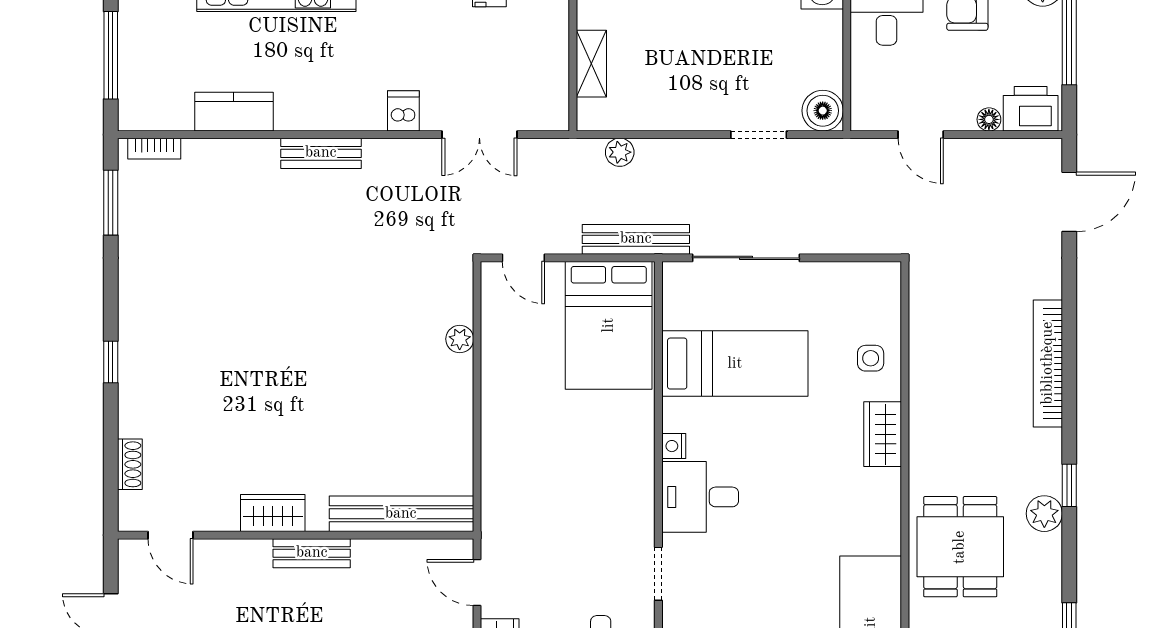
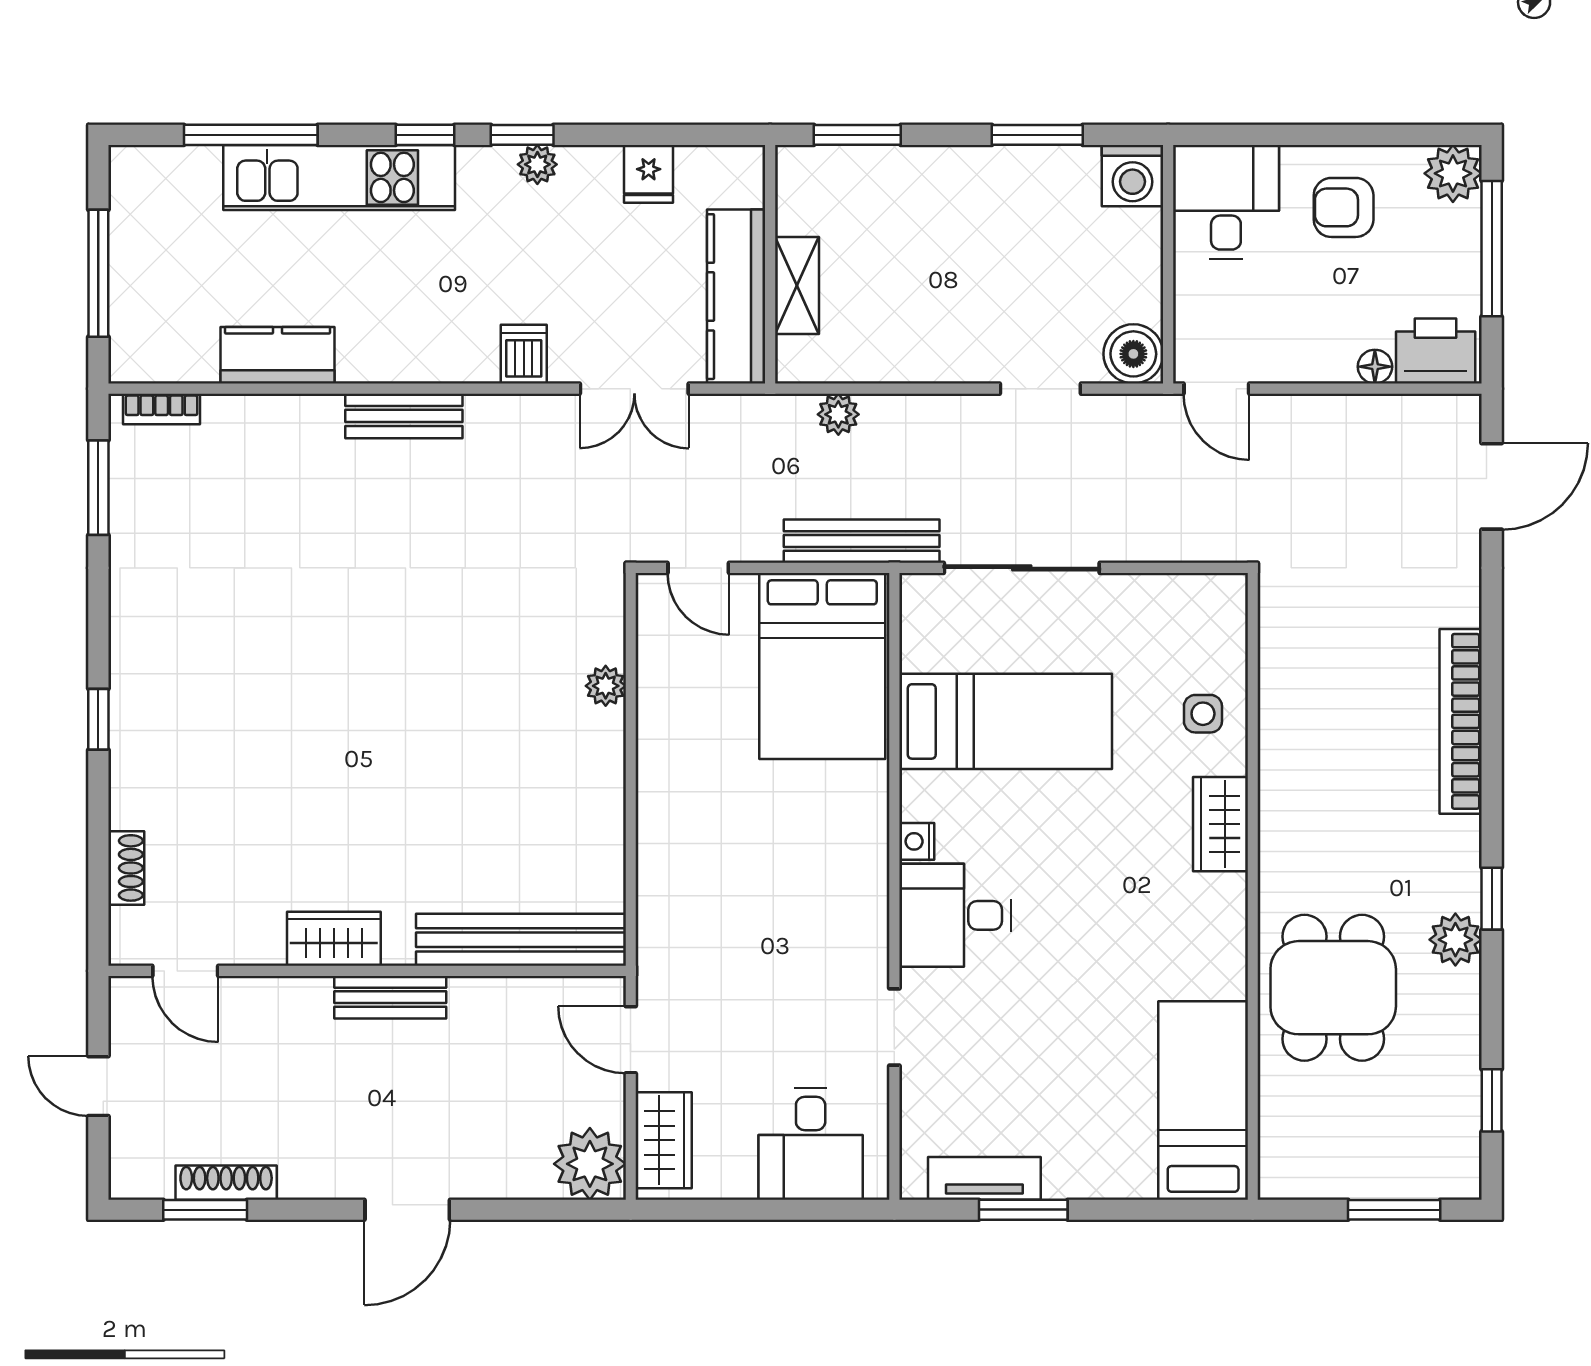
kitchen counter: (549, 71) -> (736, 297), added
door: (921, 135) -> (1216, 389), moved

